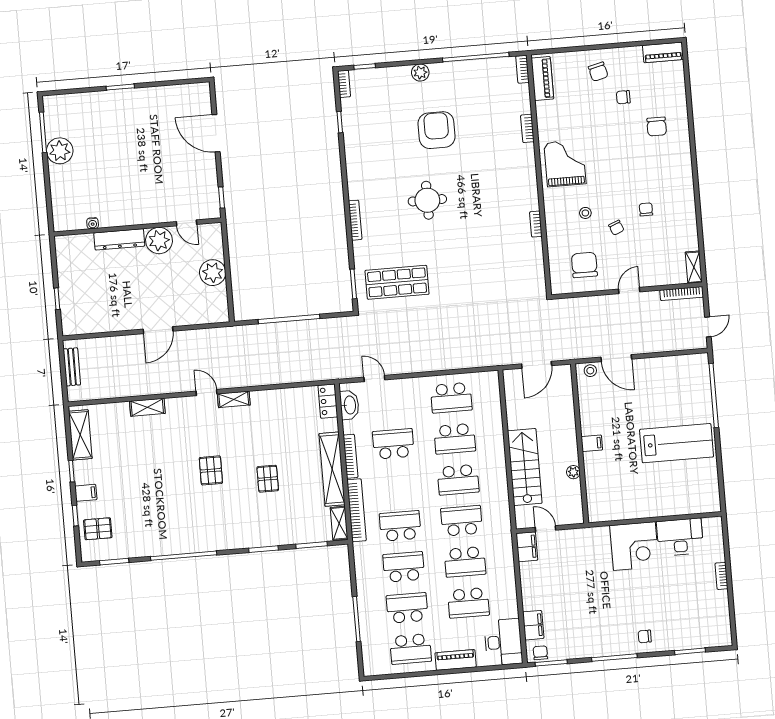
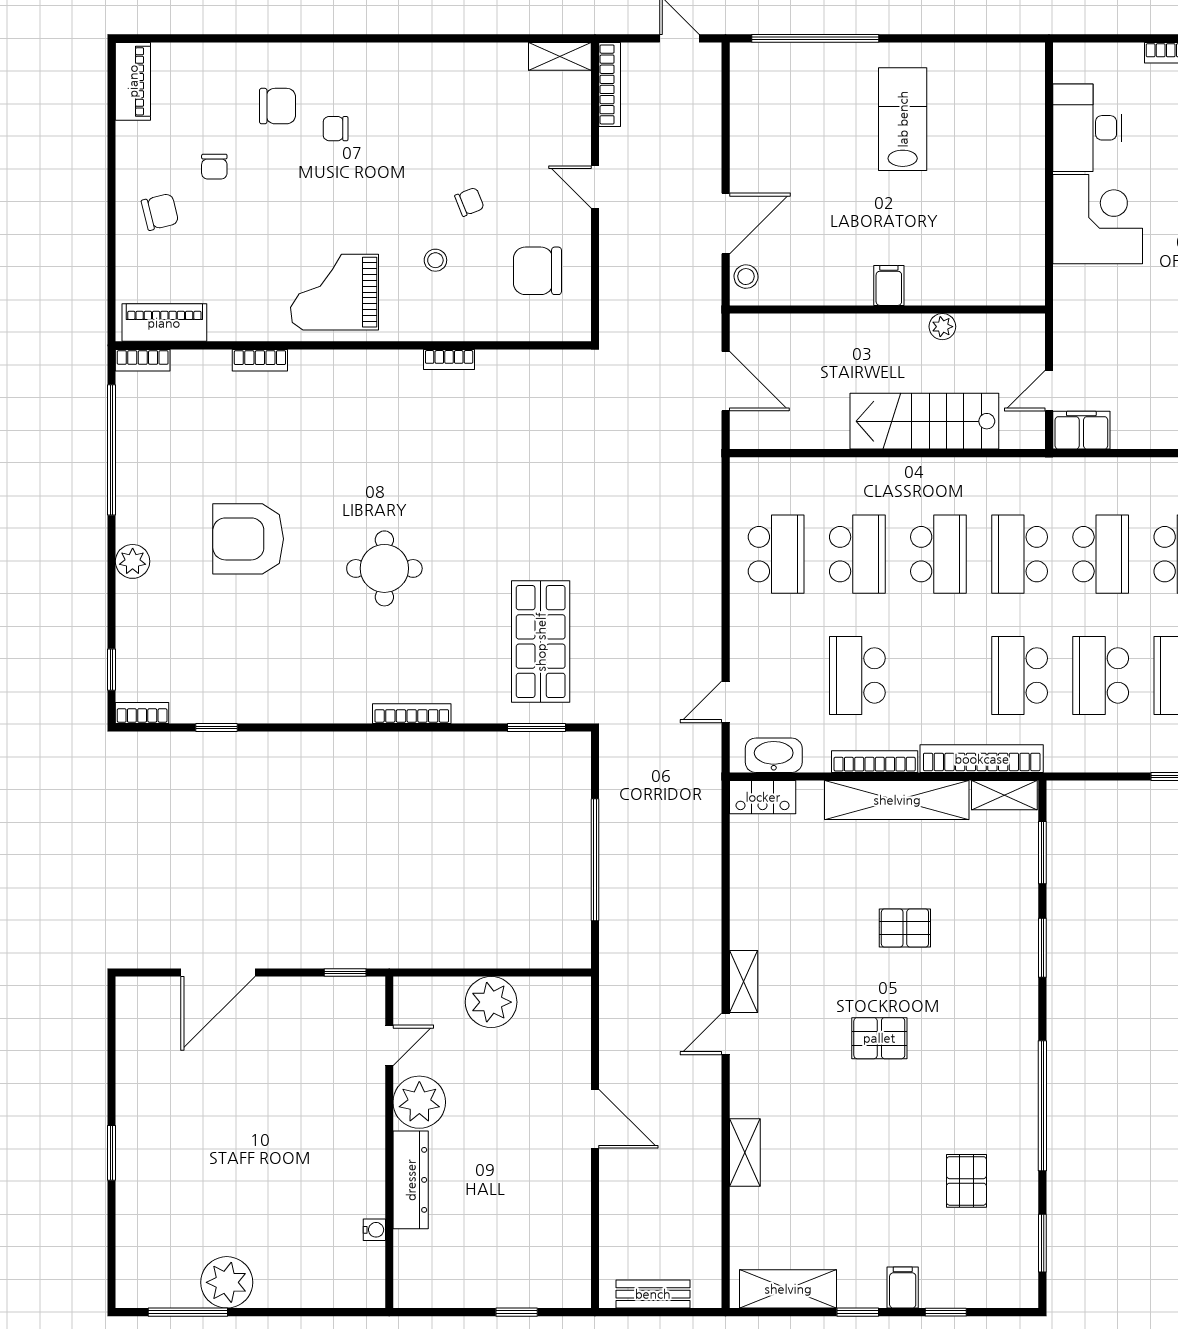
chair: (646, 209) -> (336, 129), moved
lab bench: (677, 443) -> (903, 119), width x0.73, depth x0.72
pallet: (98, 529) -> (966, 1181), moved

